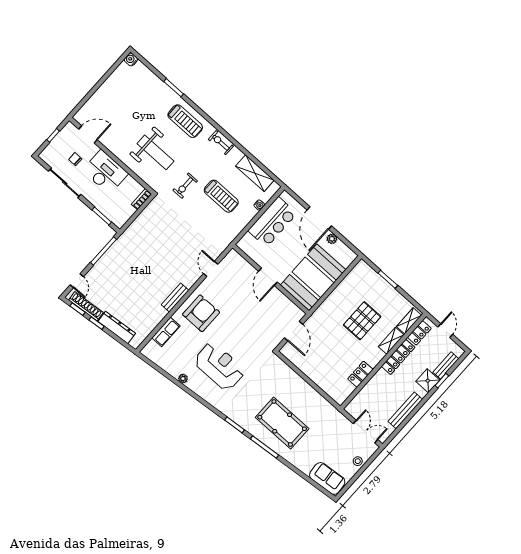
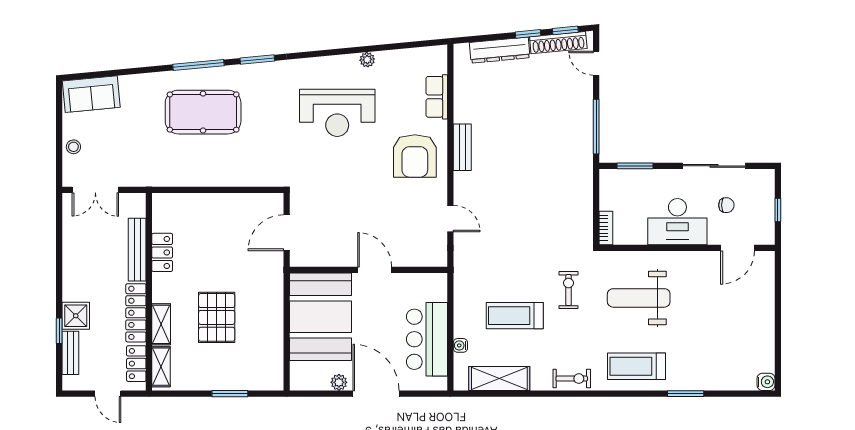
door: (294, 331) -> (287, 233), hinge flipped
bench: (405, 410) -> (137, 250), moved

